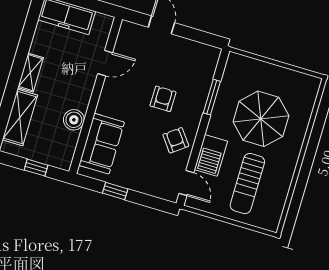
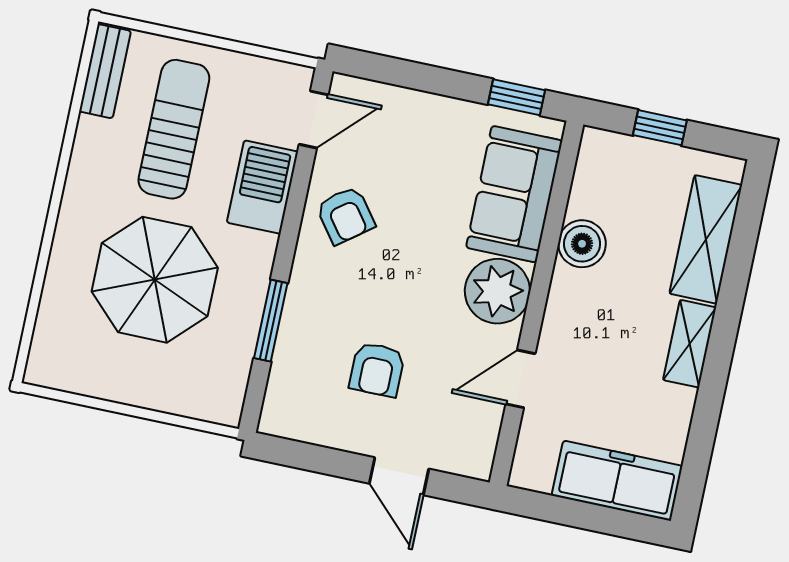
armchair: (163, 99) -> (377, 370), moved
plant: (112, 102) -> (497, 291), added
door: (186, 183) -> (314, 119), swing flipped
window: (115, 191) -> (517, 97), moved
bench: (275, 211) -> (105, 71), added

